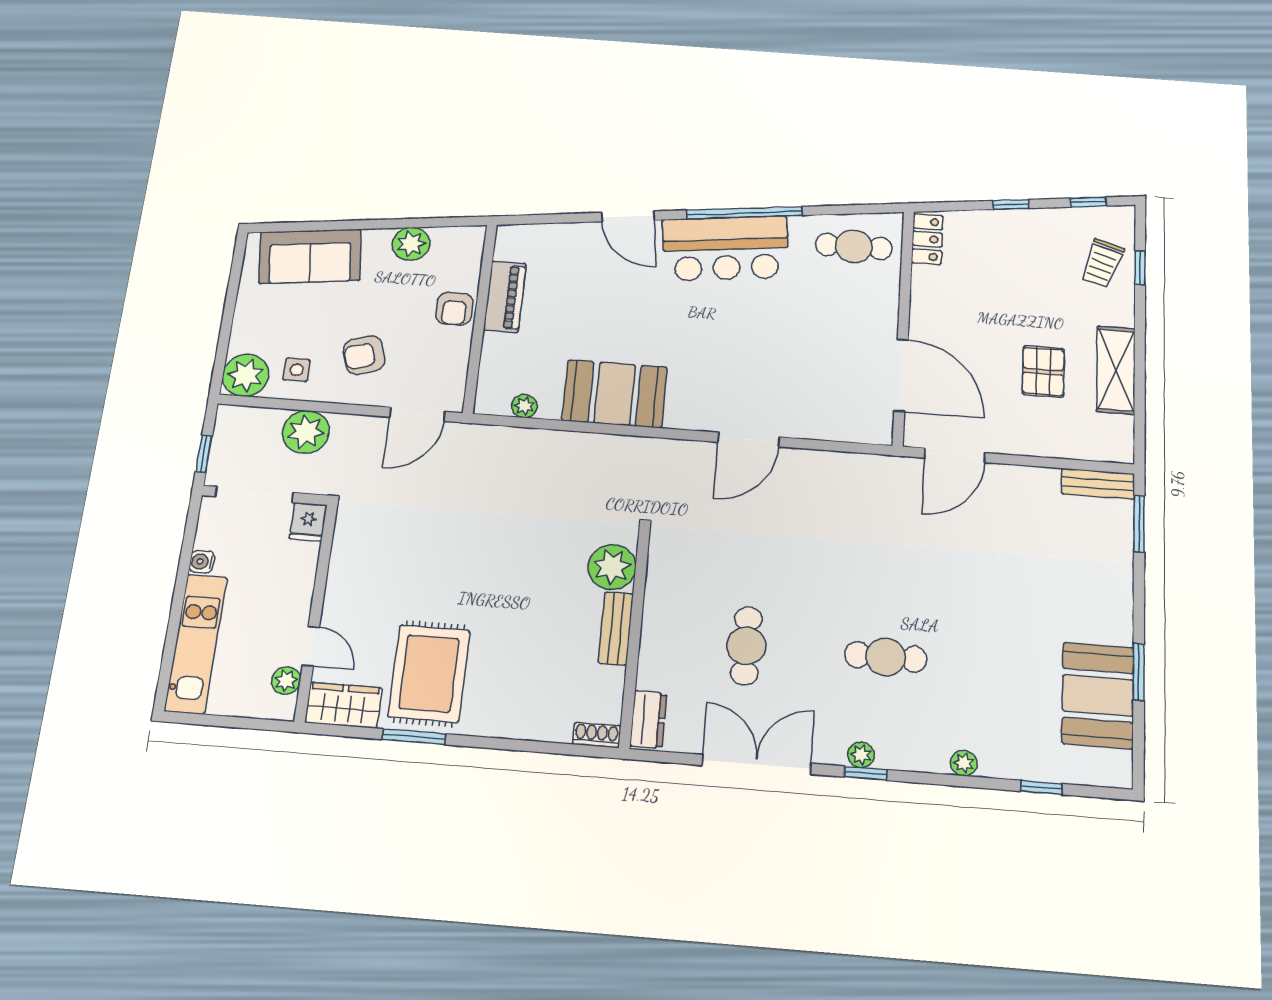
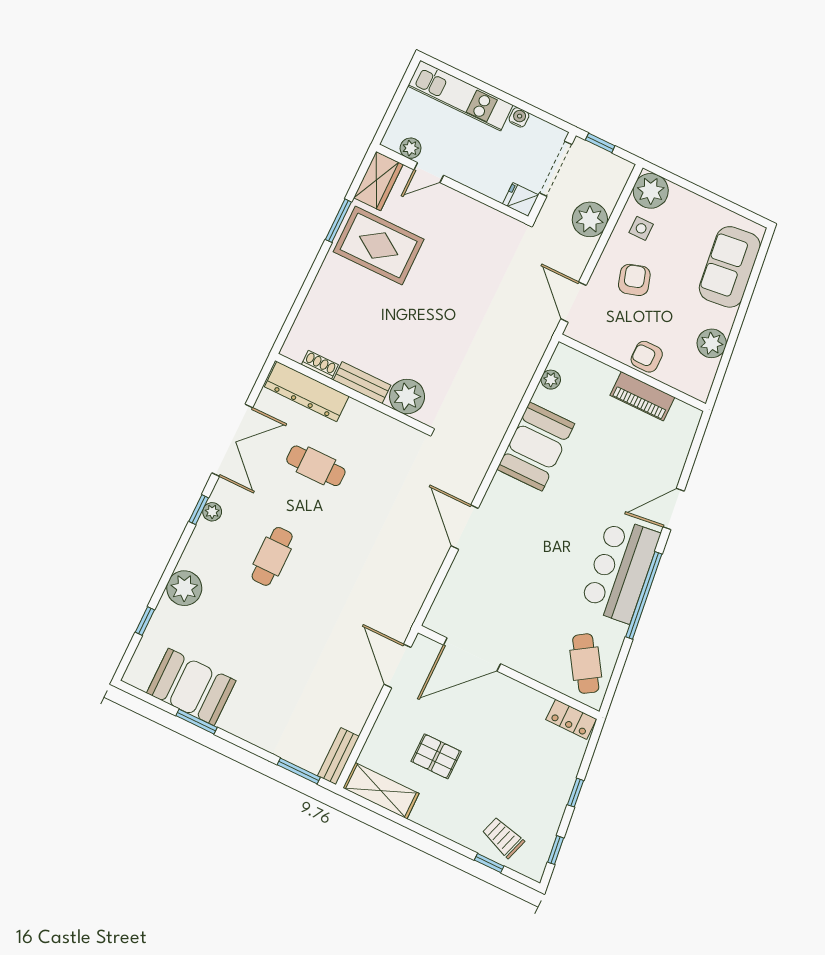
cafe table: (854, 246) -> (586, 664), turned -33
shelving: (1116, 370) -> (381, 791), moved
dresser: (648, 720) -> (307, 392), width x1.96, depth x1.24
shoe rack: (597, 735) -> (320, 365), moved, turned -90
plant: (964, 763) -> (184, 588), width x1.87, depth x1.87

